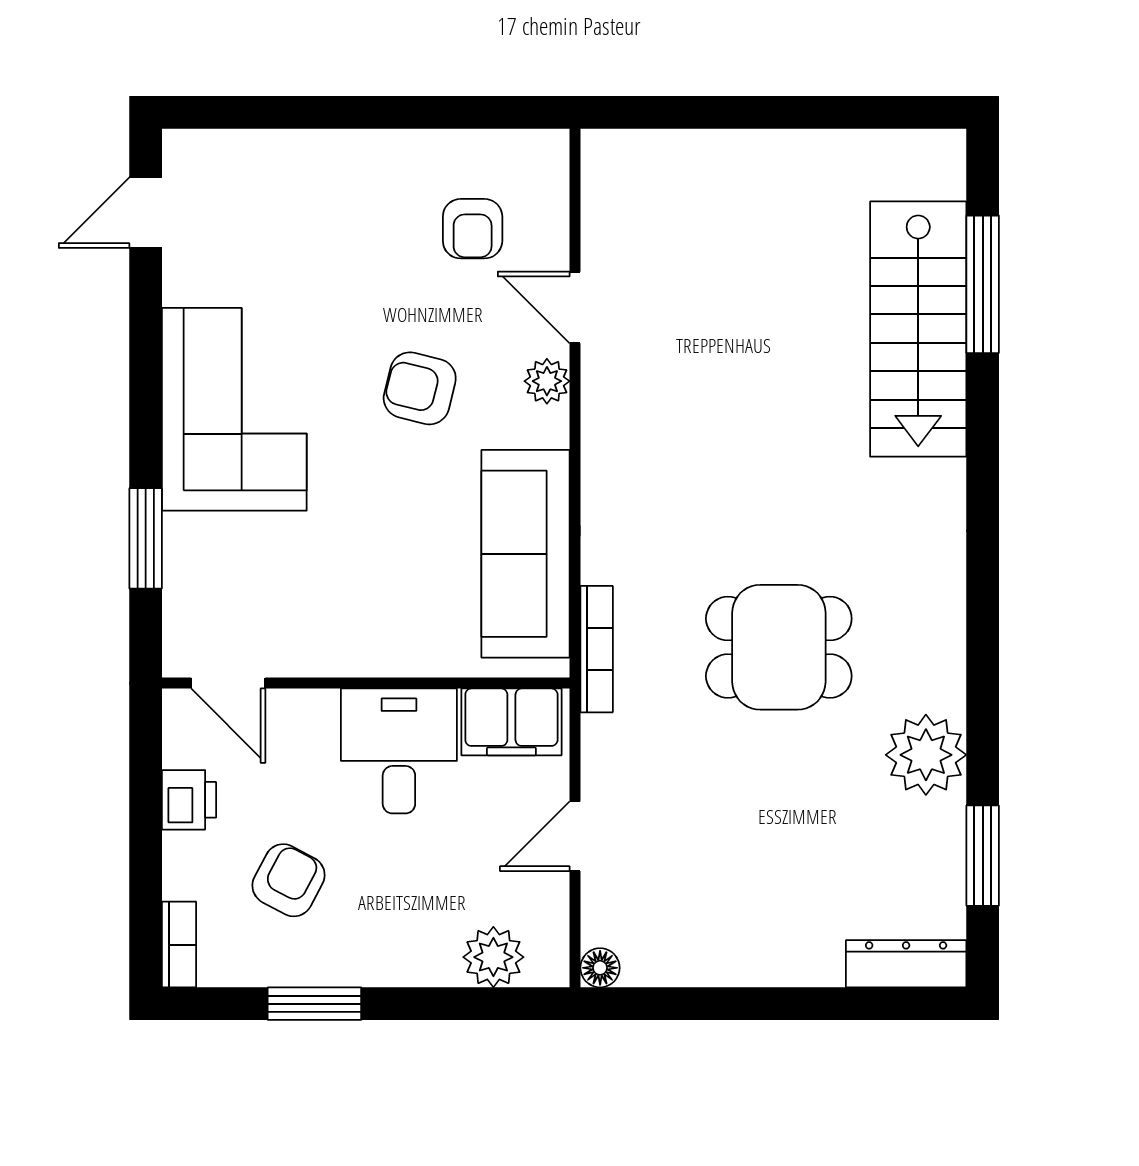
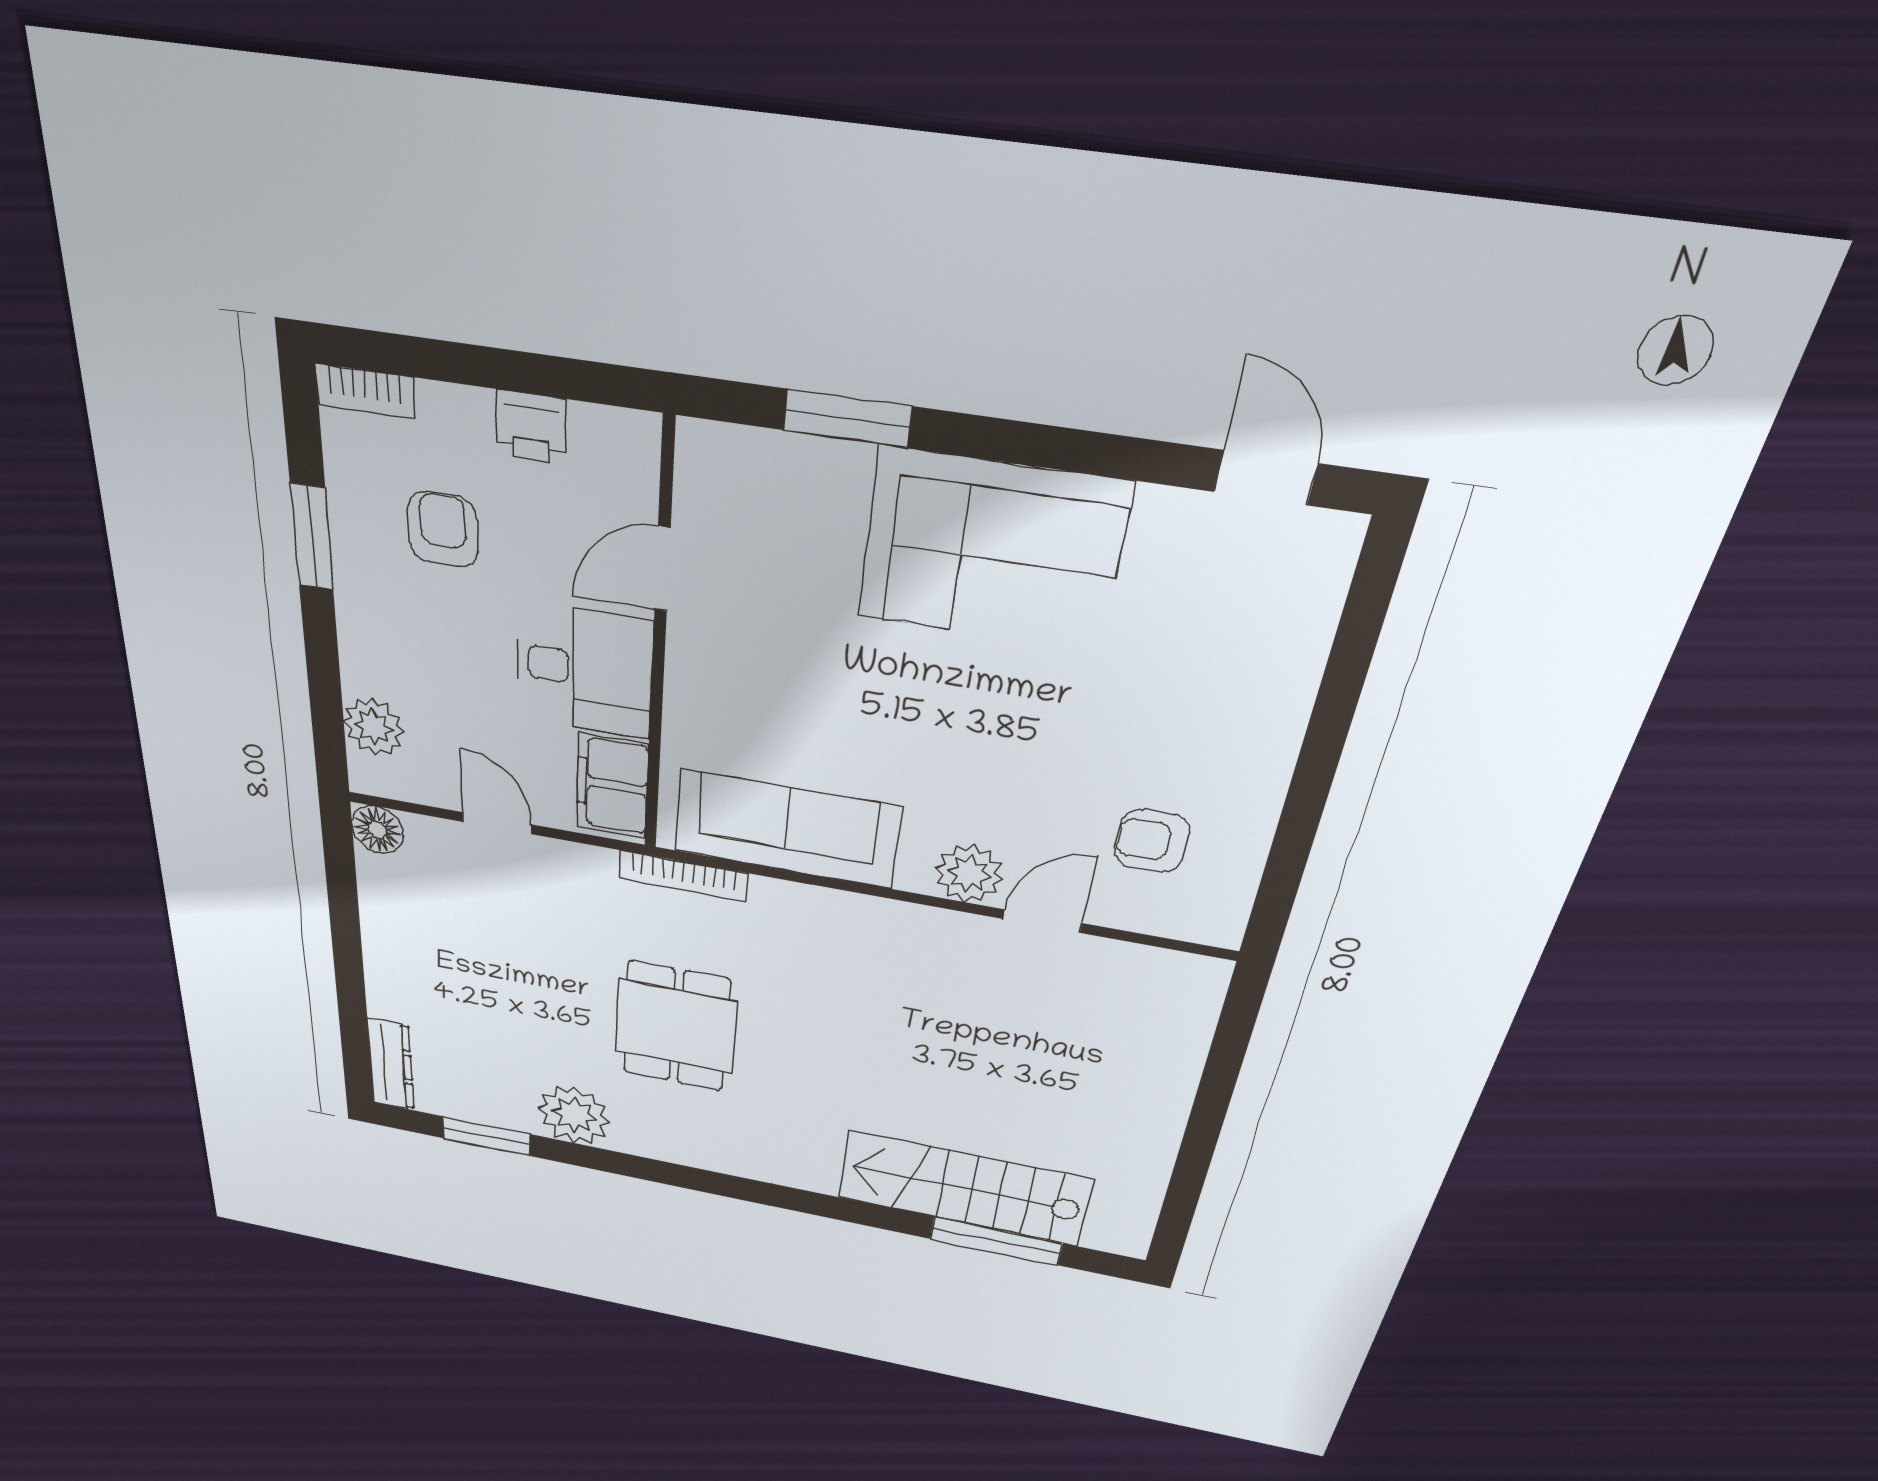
plant: (547, 381) -> (969, 874), width x1.38, depth x1.38
armchair: (420, 388) -> (982, 758), removed
door: (228, 683) -> (662, 569), moved
armchair: (289, 880) -> (443, 529), turned -118
floor lamp: (600, 968) -> (377, 830), width x1.37, depth x1.37

